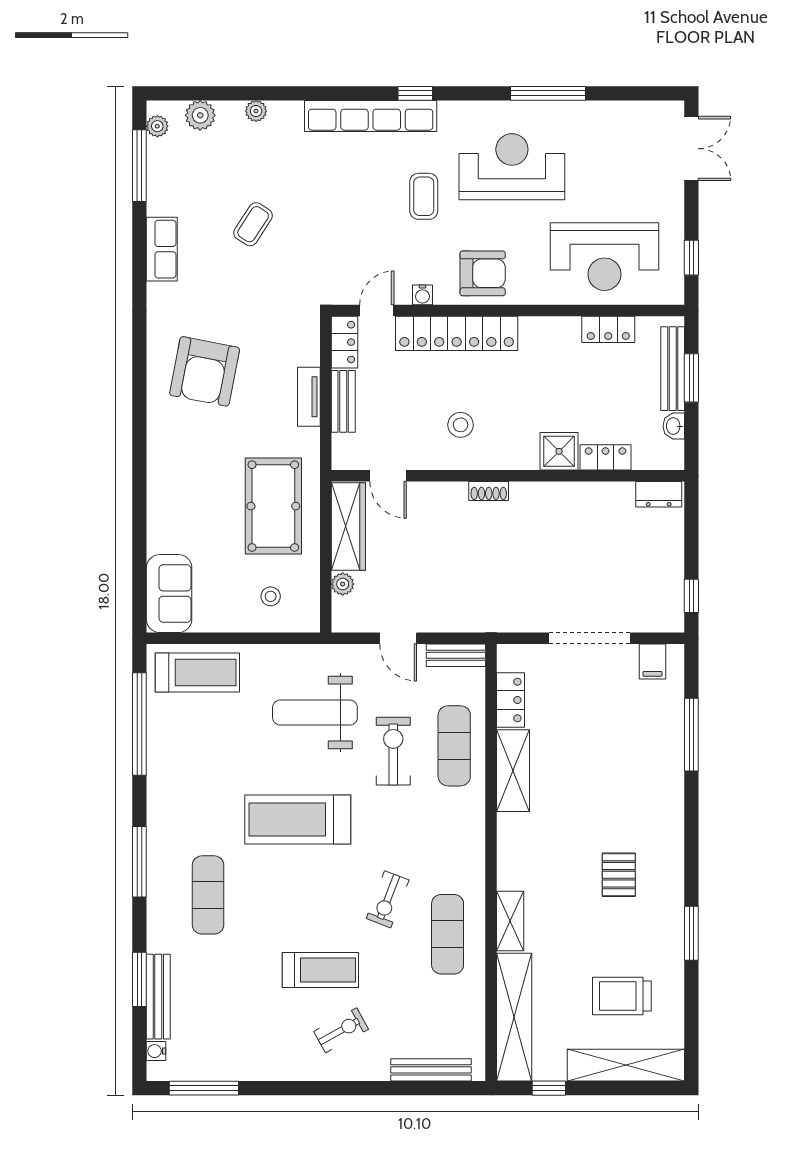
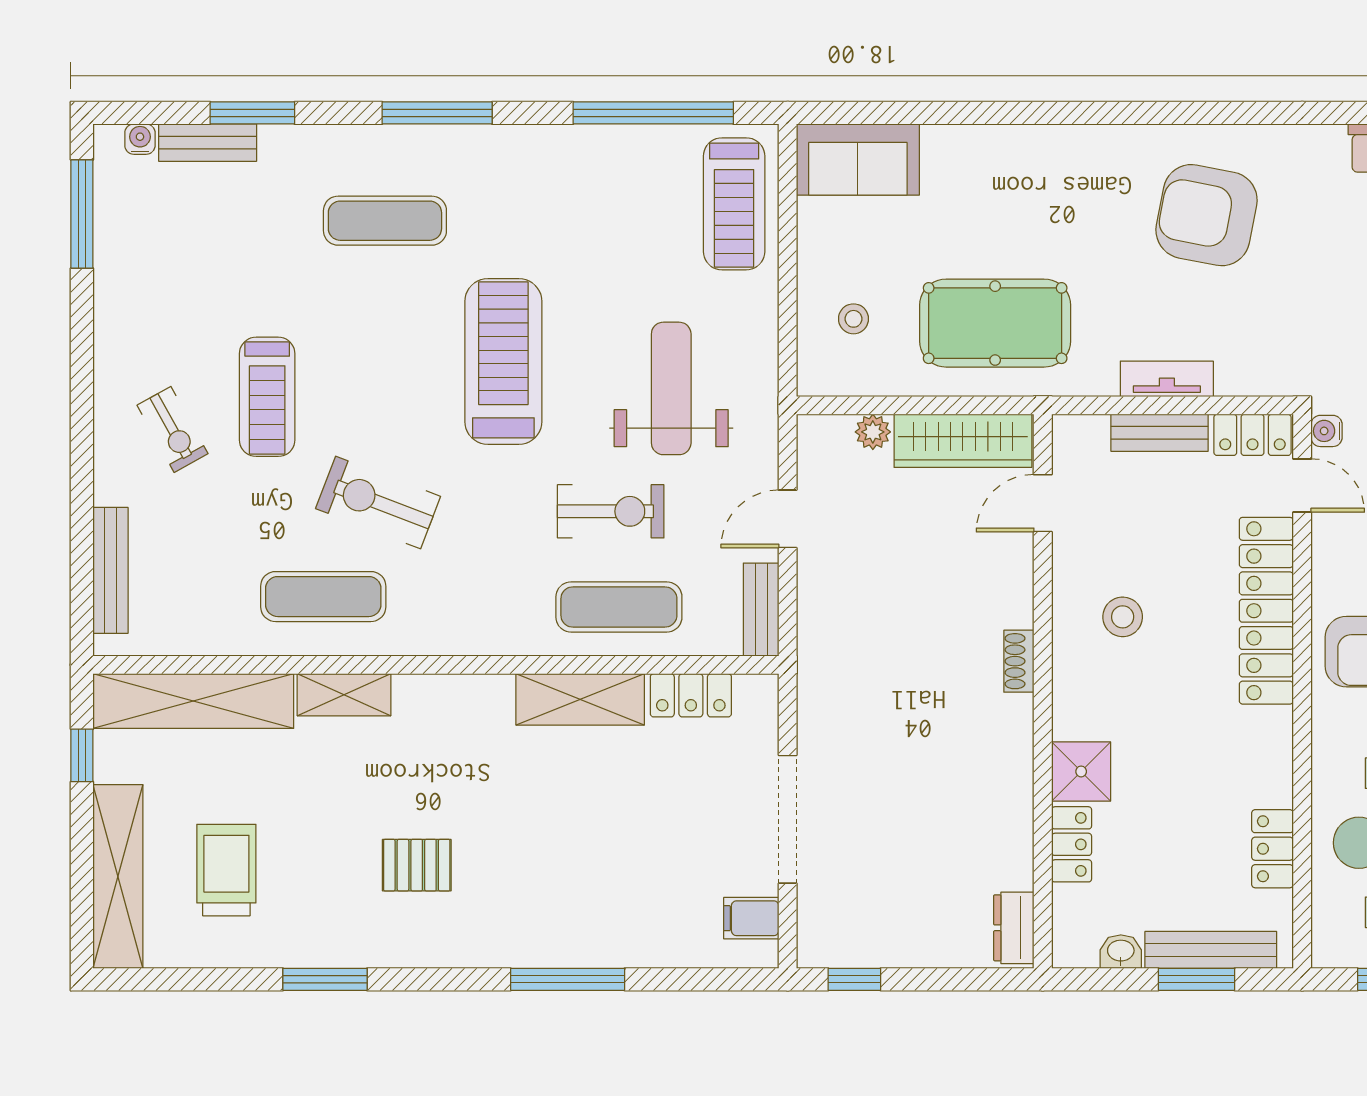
water cooler: (422, 295) -> (1327, 431), moved
window: (691, 735) -> (568, 979), moved
exercise bike: (388, 899) -> (378, 502), width x1.38, depth x1.39
bench: (158, 997) -> (208, 143), width x0.73

